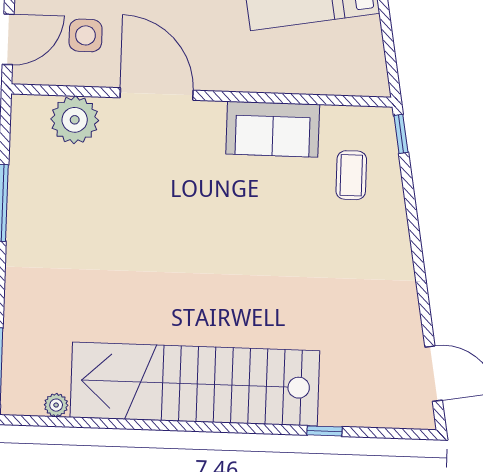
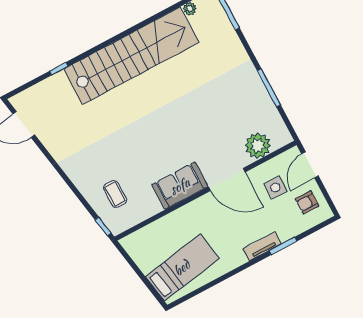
sofa: (273, 129) -> (180, 186), moved

